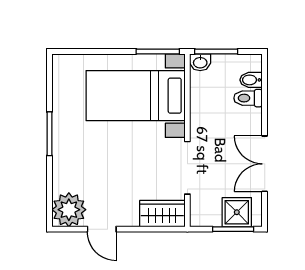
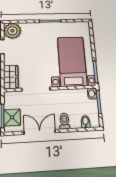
toilet: (248, 98) -> (64, 121), moved

